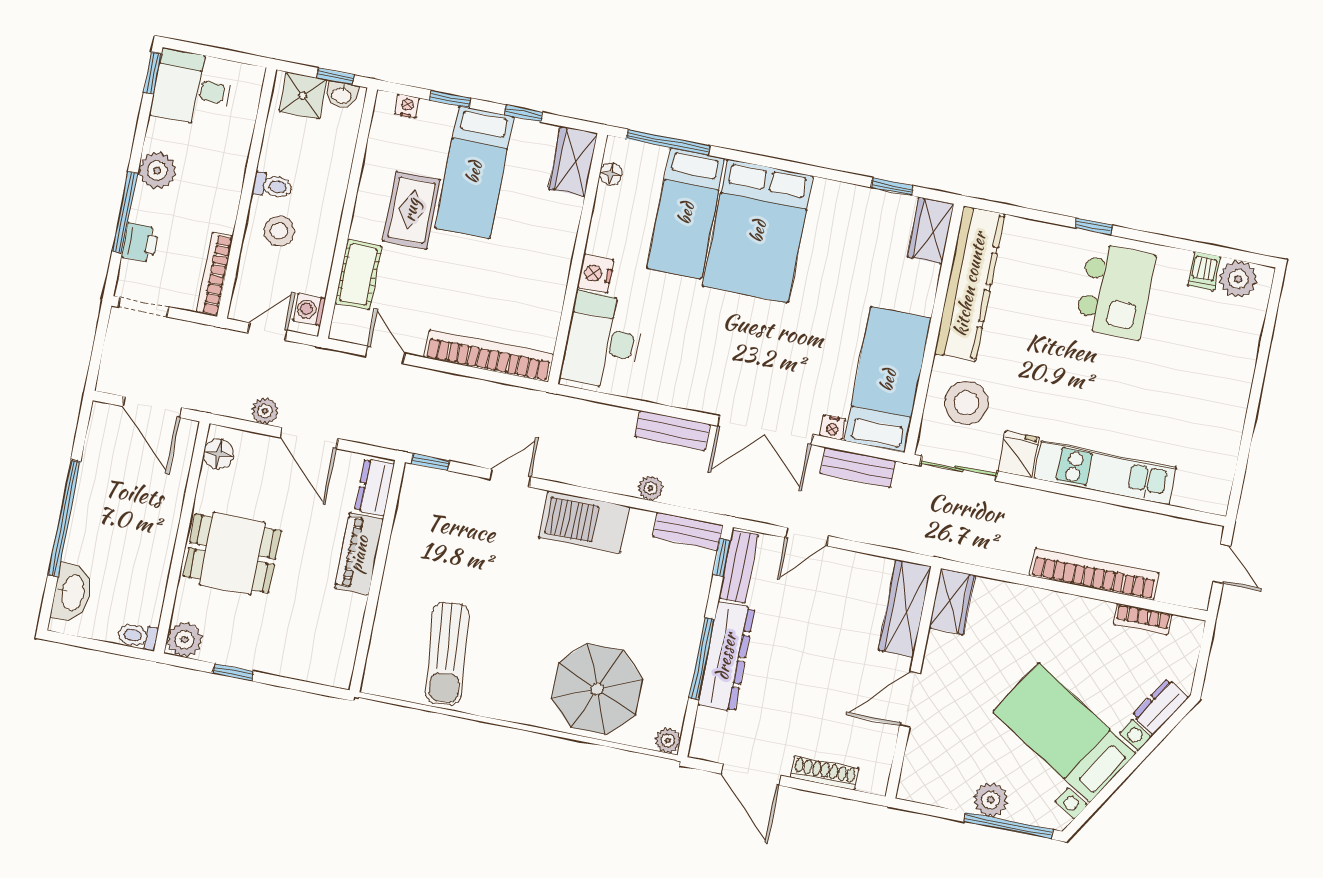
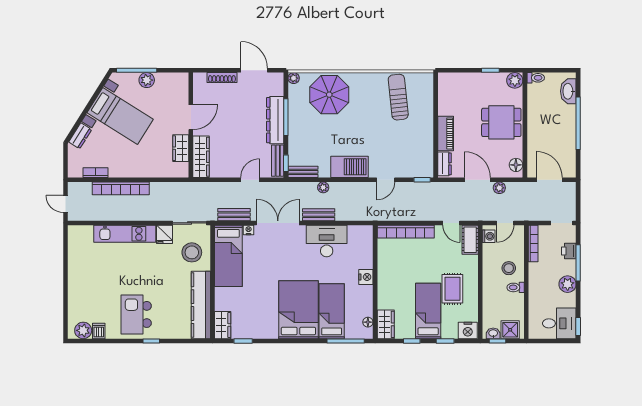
nightstand: (407, 106) -> (468, 330), width x1.89, depth x1.79
cot: (358, 275) -> (470, 240), moved
desk: (603, 341) -> (327, 241), moved, turned -90
wardrobe: (952, 602) -> (181, 148), moved

